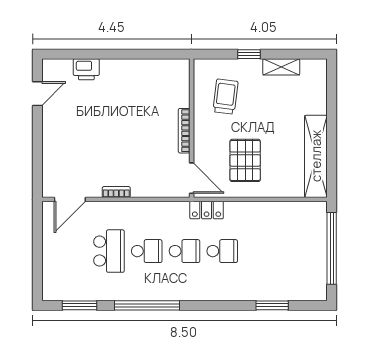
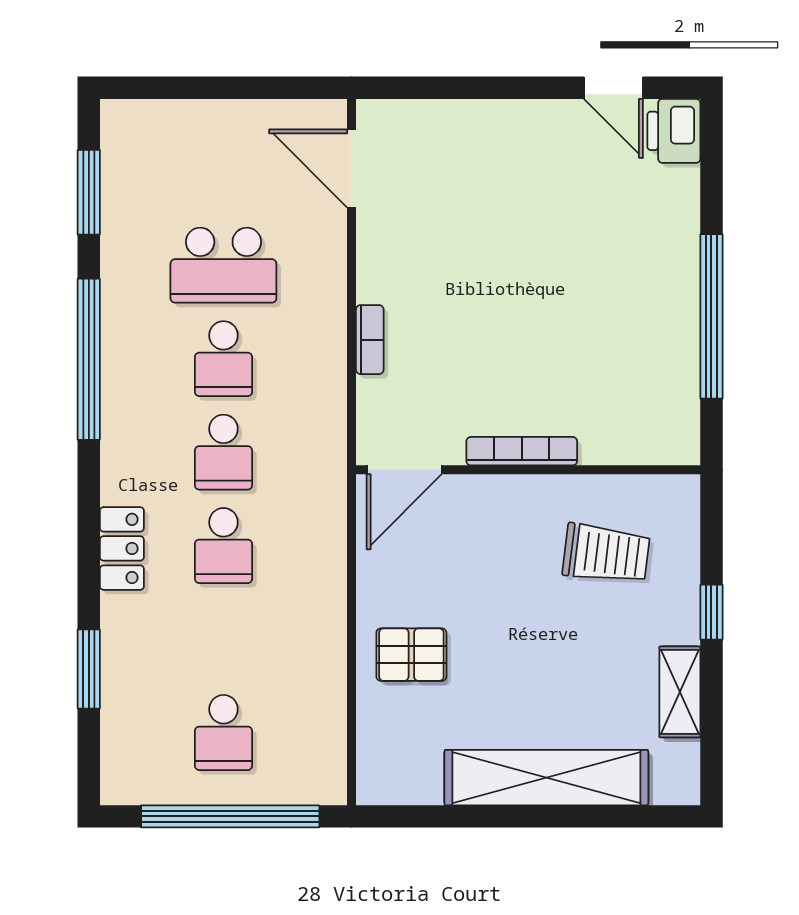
window: (130, 54) -> (711, 316), added
printer: (86, 69) -> (674, 131), moved
shelving: (316, 156) -> (546, 778), moved
pallet: (245, 160) -> (411, 655), moved, width x0.67, depth x0.71
bookcase: (116, 192) -> (370, 340), moved
locker: (207, 210) -> (122, 548), moved, turned 180
school desk: (298, 251) -> (223, 733), added

